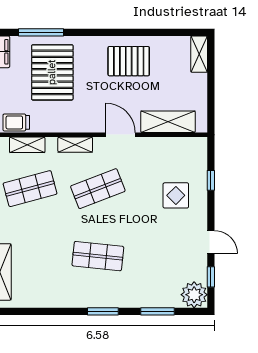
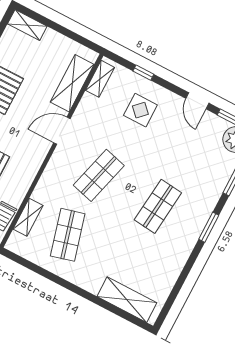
shelving: (75, 145) -> (100, 79), moved
shop shelf: (98, 189) -> (99, 175), turned 36
door: (211, 242) -> (197, 101), swing flipped

